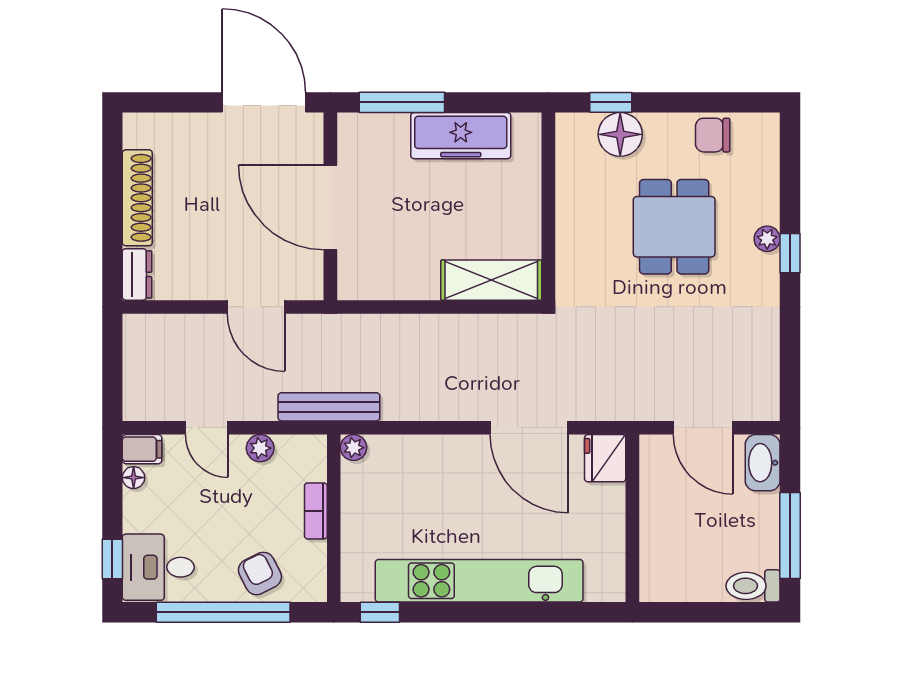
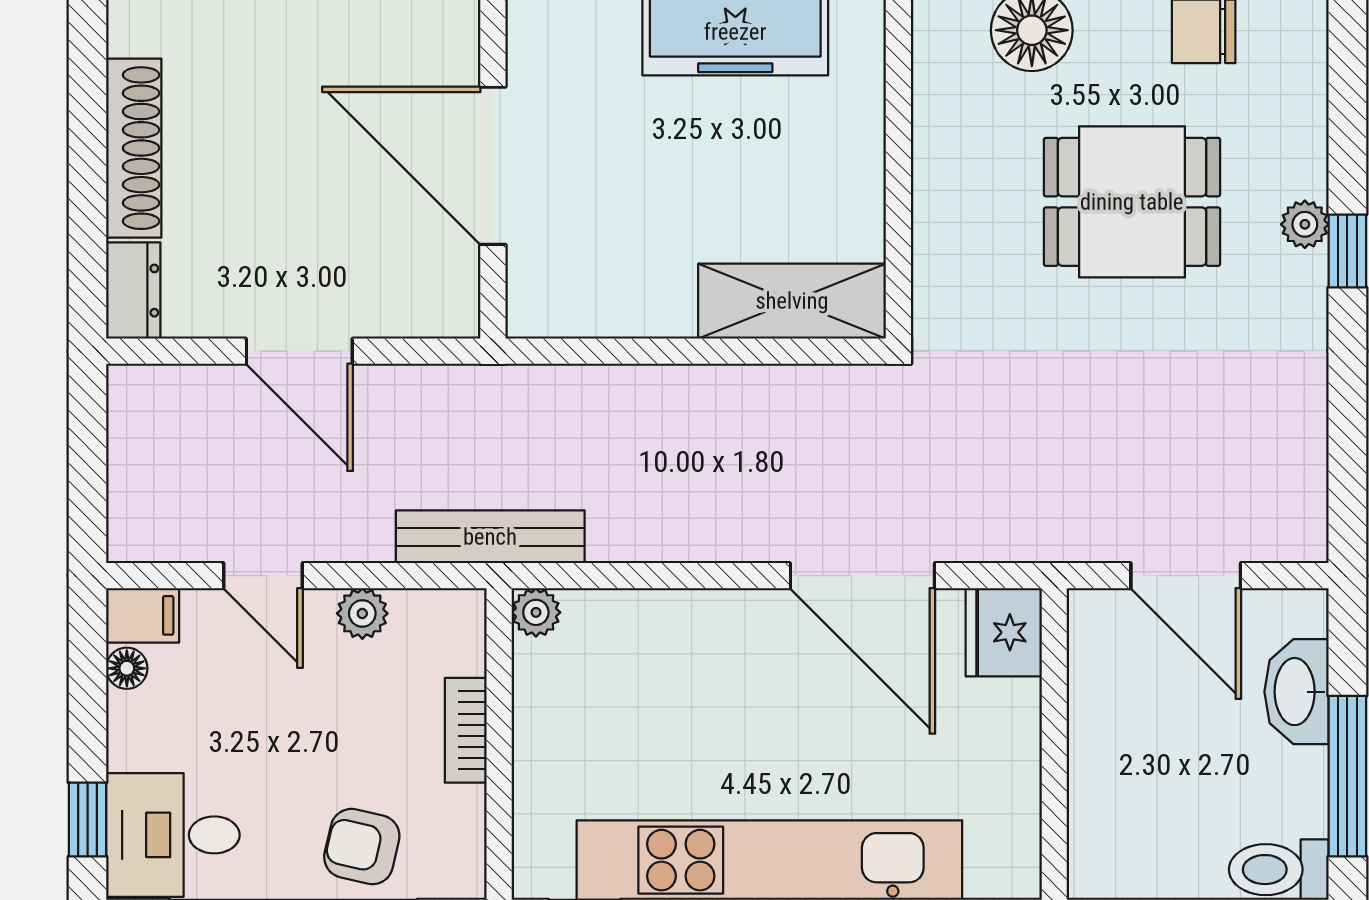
dining table: (674, 227) -> (1132, 202), turned 90
door: (256, 307) -> (299, 351), moved
washbasin: (763, 463) -> (1297, 692), moved
armchair: (260, 573) -> (362, 847), turned -50

